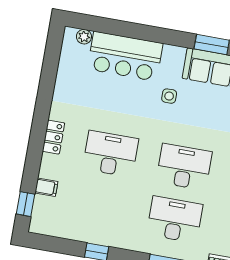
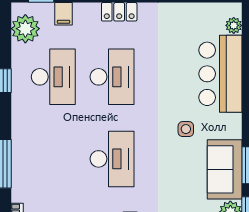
desk: (175, 219) -> (53, 77), moved
plant: (54, 224) -> (25, 29), added

